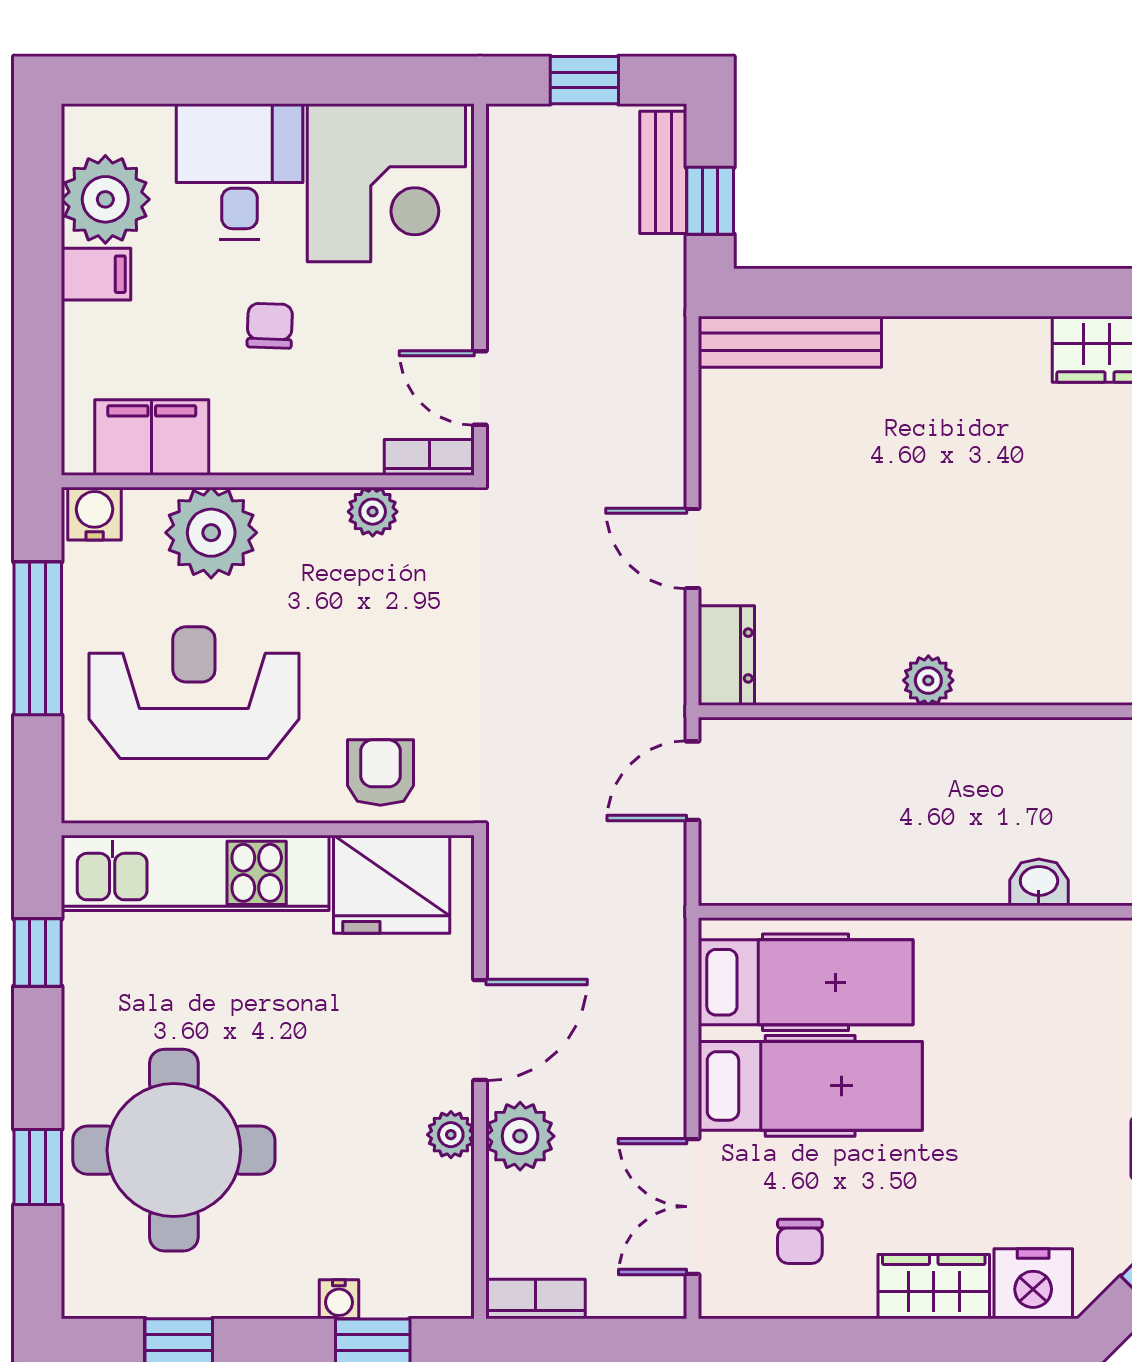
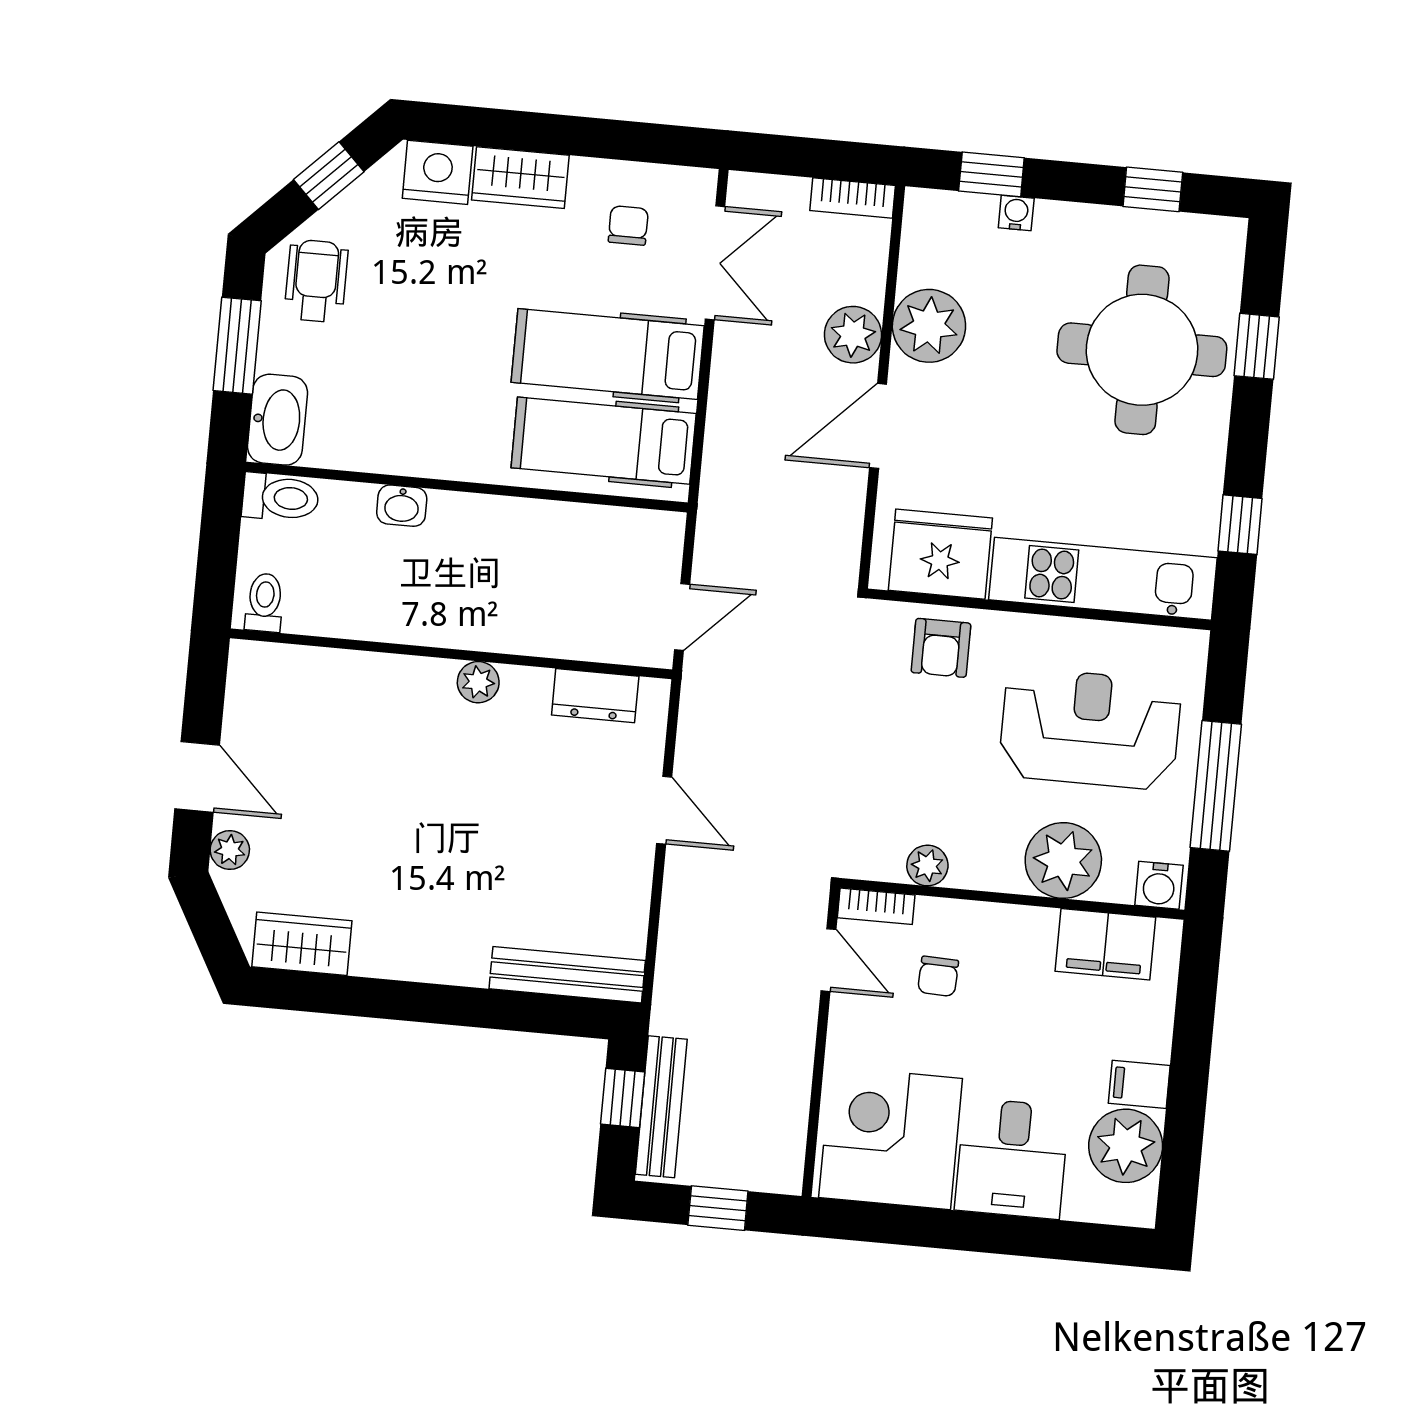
bench: (663, 172) -> (661, 1107), width x1.36
chair: (270, 326) -> (938, 976), moved
dresser: (726, 656) -> (595, 696), moved, turned -90
reception desk: (194, 693) -> (1090, 729), turned 180
plant: (451, 1135) -> (929, 326), width x1.88, depth x1.88

